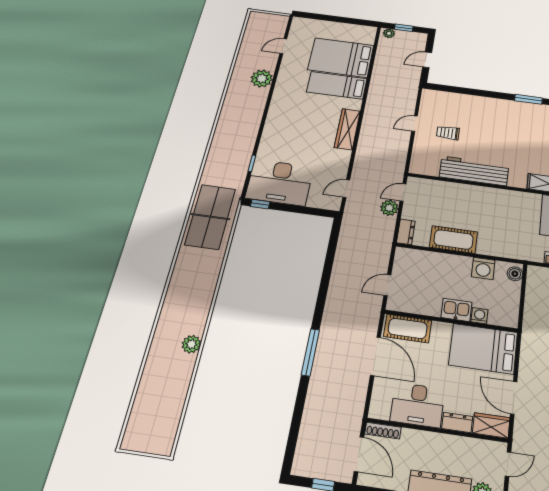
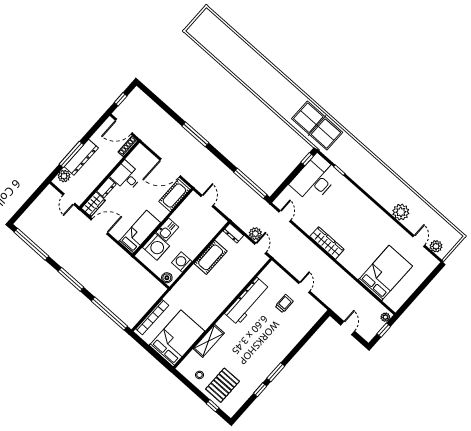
bed: (337, 85) -> (365, 257), removed
window: (332, 249) -> (250, 183), added
washing machine: (479, 316) -> (156, 247), width x1.89, depth x1.89
plant: (191, 344) -> (436, 246), moved
bed: (483, 349) -> (140, 232), width x0.67
desk: (418, 405) -> (126, 176), width x0.73

